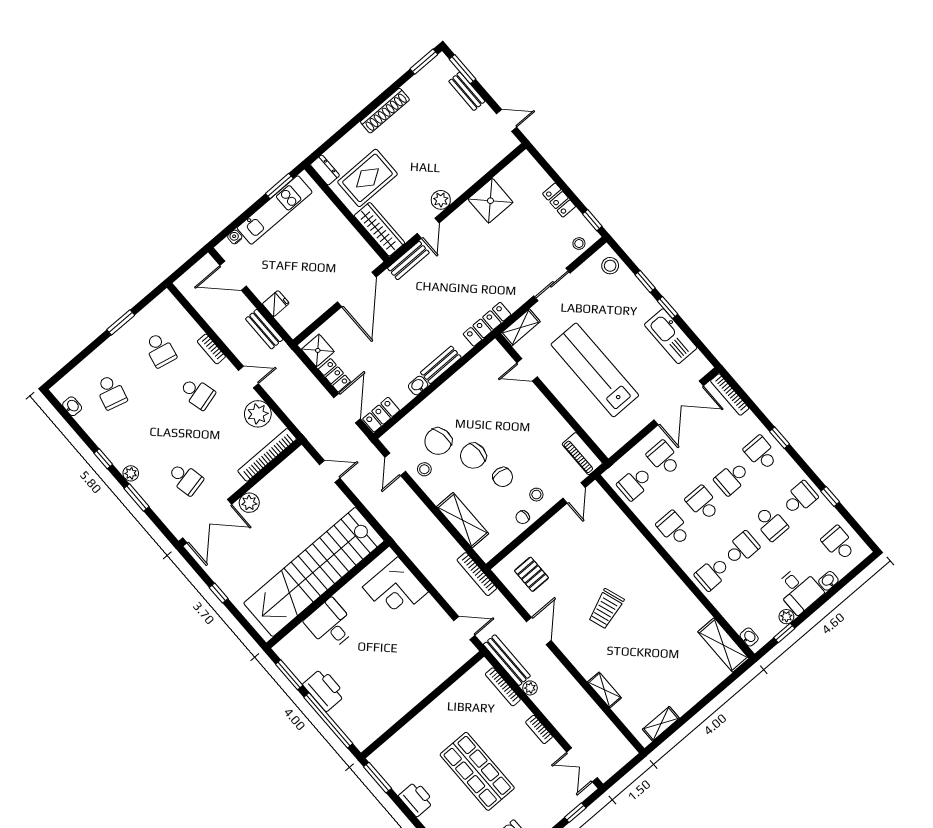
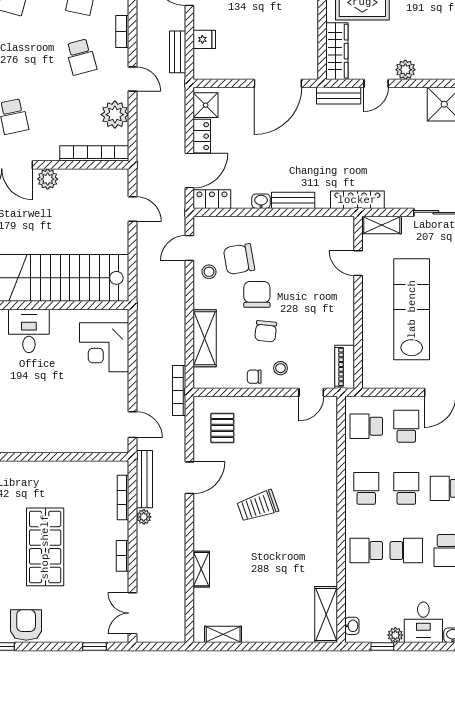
chair: (473, 456) -> (257, 294), turned 90

